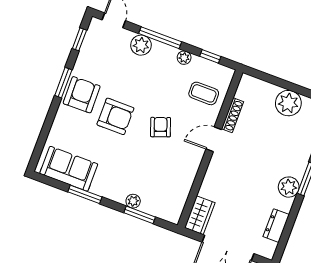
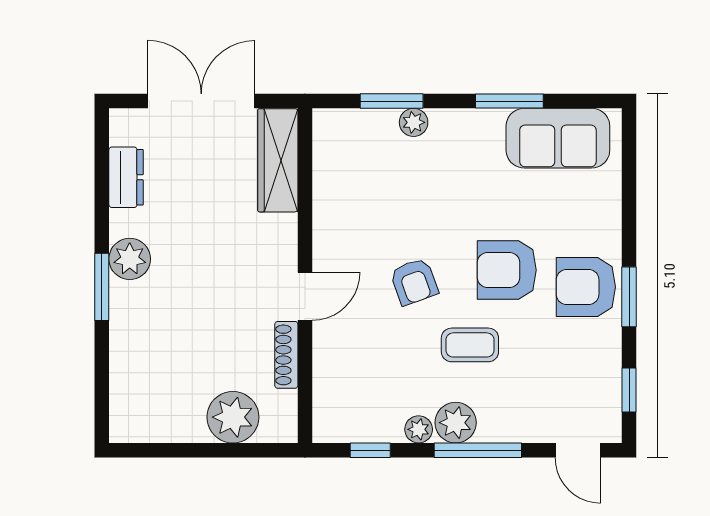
plant: (141, 45) -> (456, 423), moved
coffee table: (204, 93) -> (470, 345), moved
armchair: (82, 95) -> (586, 287), turned 91
plant: (288, 103) -> (233, 417), moved
wardrobe: (200, 215) -> (278, 160), width x1.50

